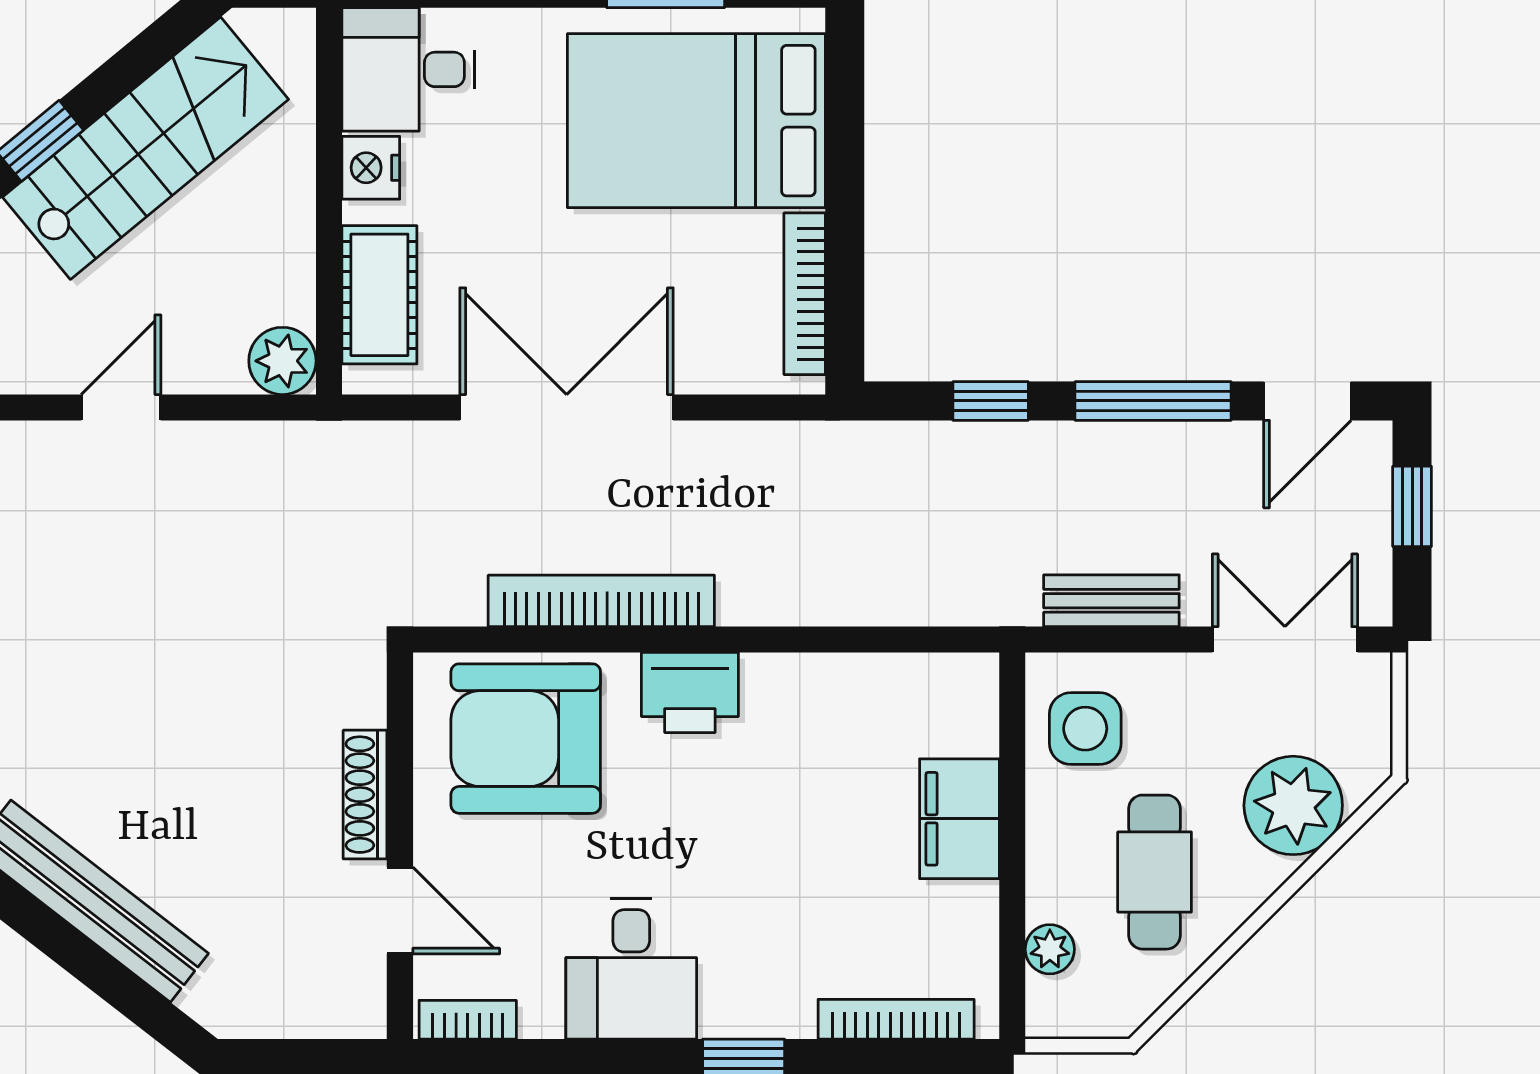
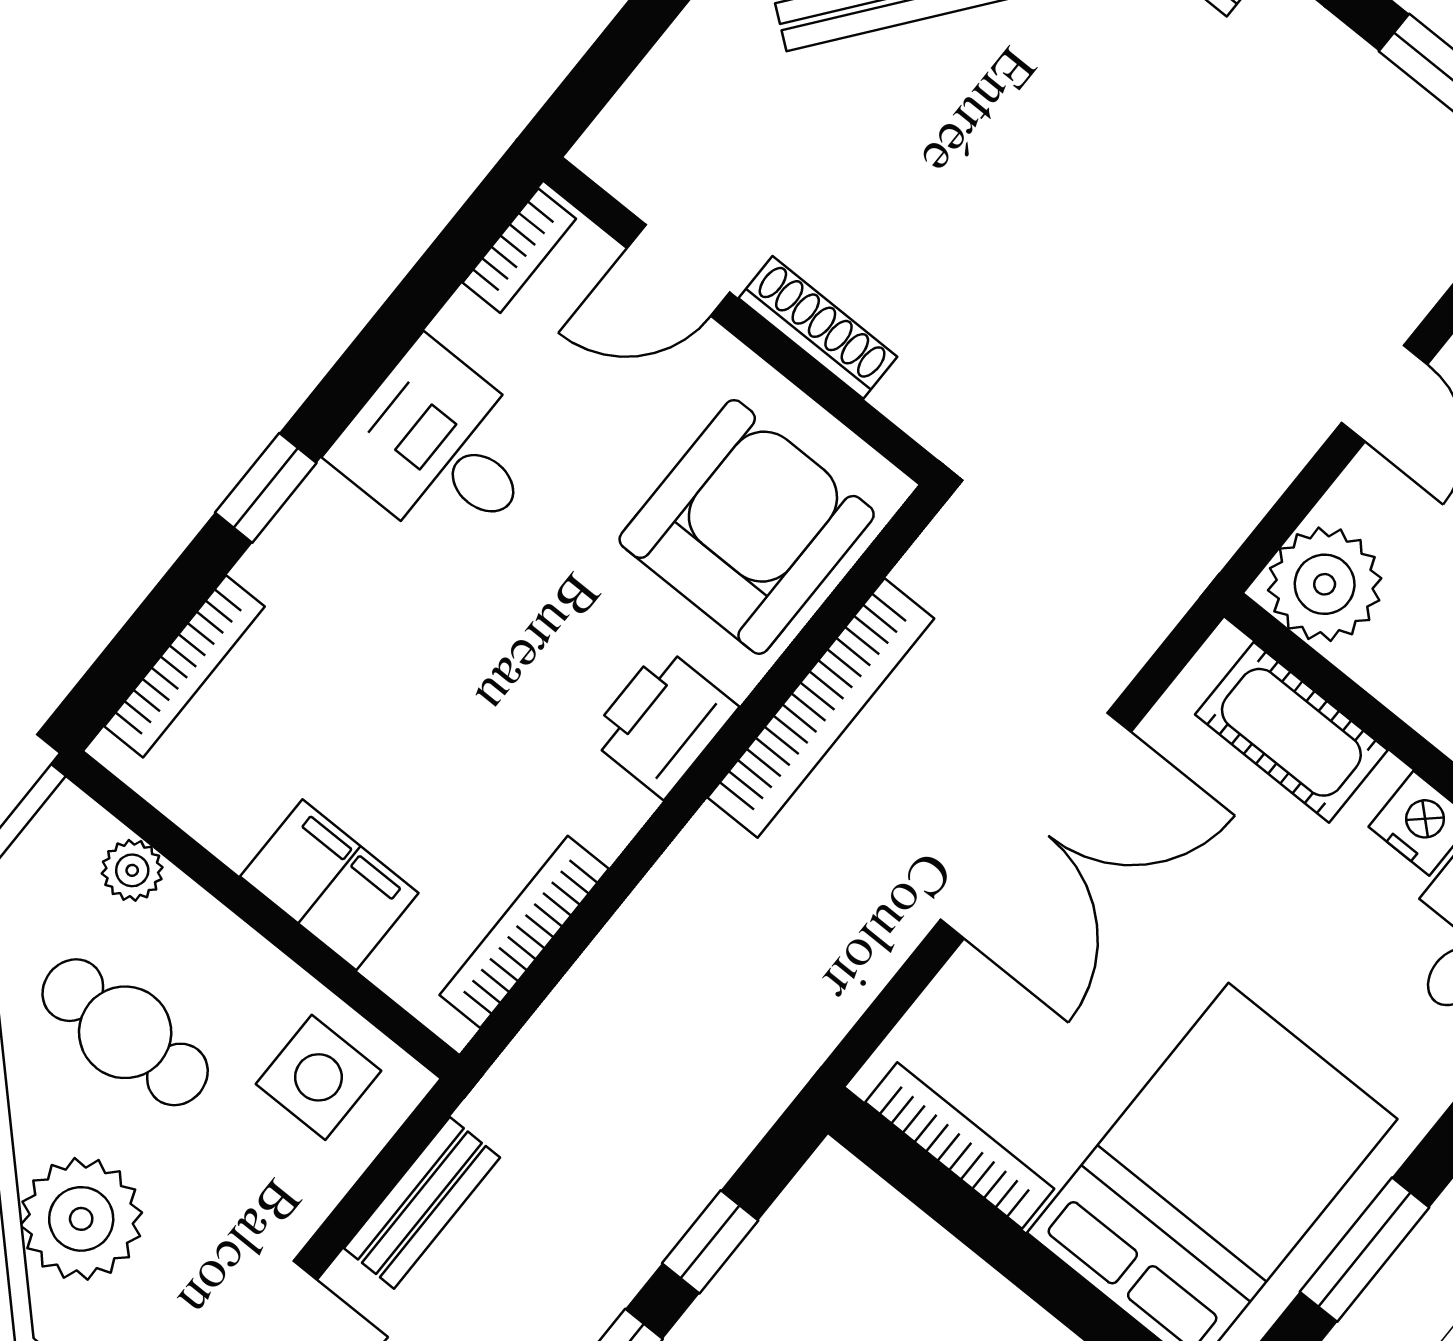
plant: (282, 361) -> (1325, 584), width x1.36, depth x1.36
bookcase: (891, 673) -> (524, 932), added

